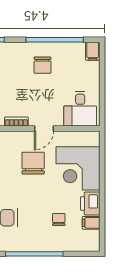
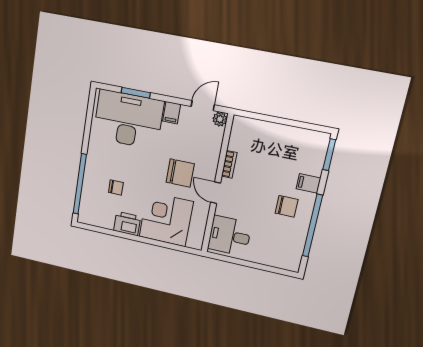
filing cabinet: (93, 51) -> (308, 183), moved
chair: (43, 65) -> (287, 206), turned 180
filing cabinet: (91, 223) -> (107, 220), removed
window: (34, 254) -> (80, 184), moved

